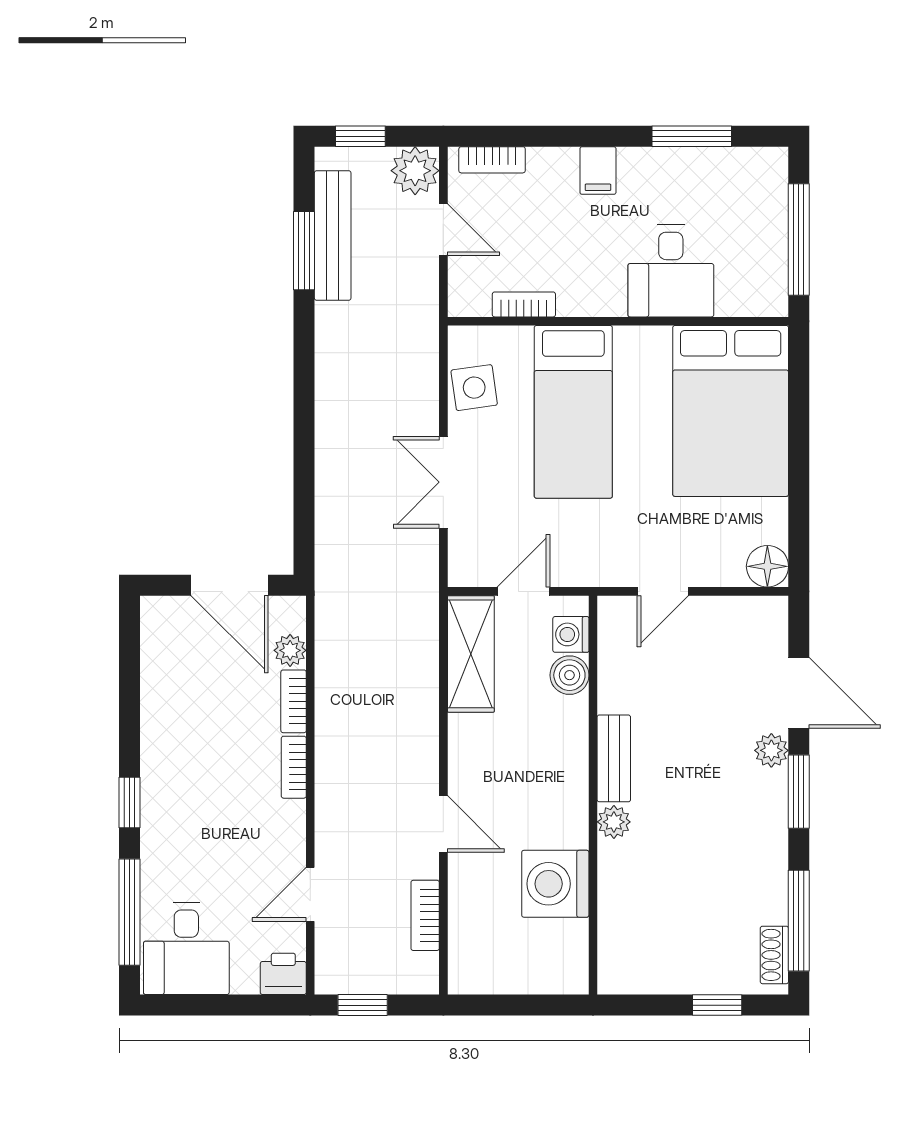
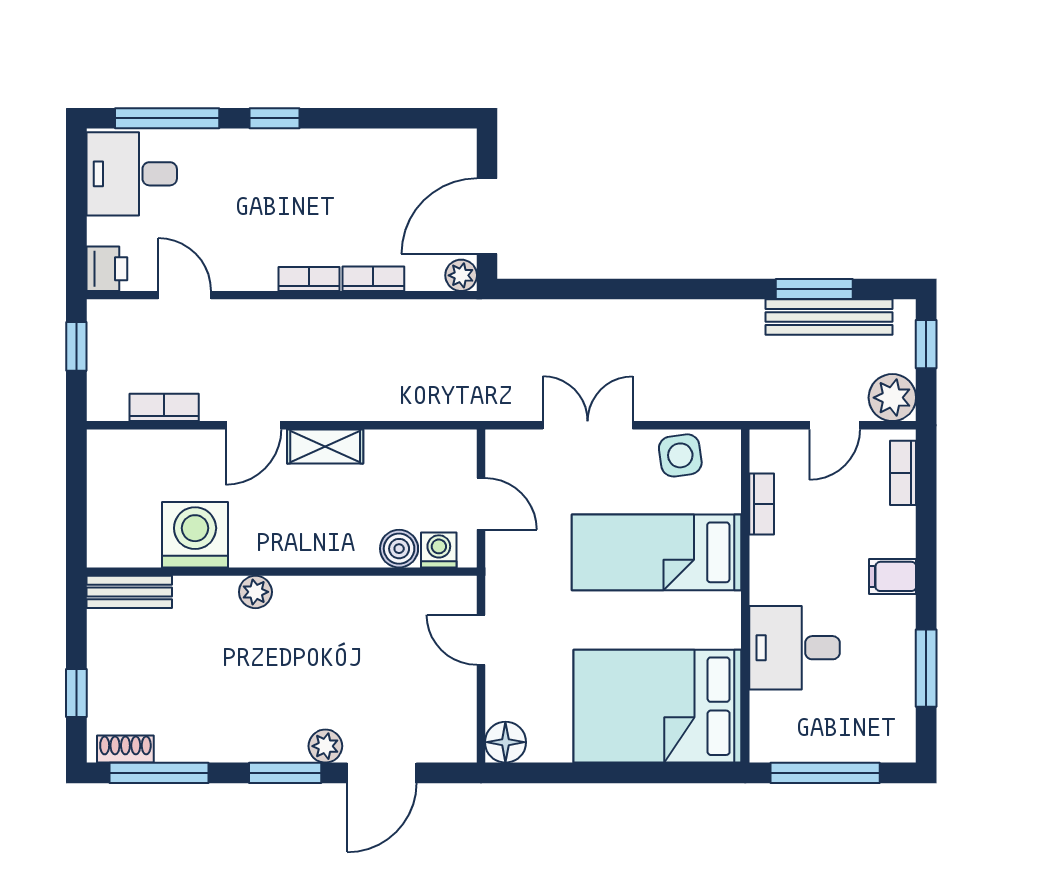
plant: (290, 650) -> (461, 275), moved
shelving: (471, 654) -> (325, 446), moved, width x0.67, depth x0.75
bench: (614, 758) -> (129, 592), moved

